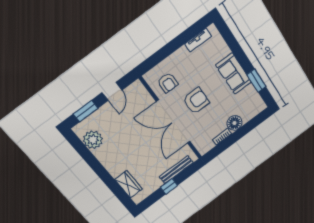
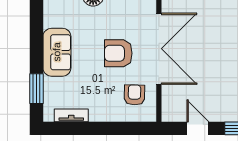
window: (256, 81) -> (36, 89), moved
door: (112, 91) -> (198, 128), hinge flipped

